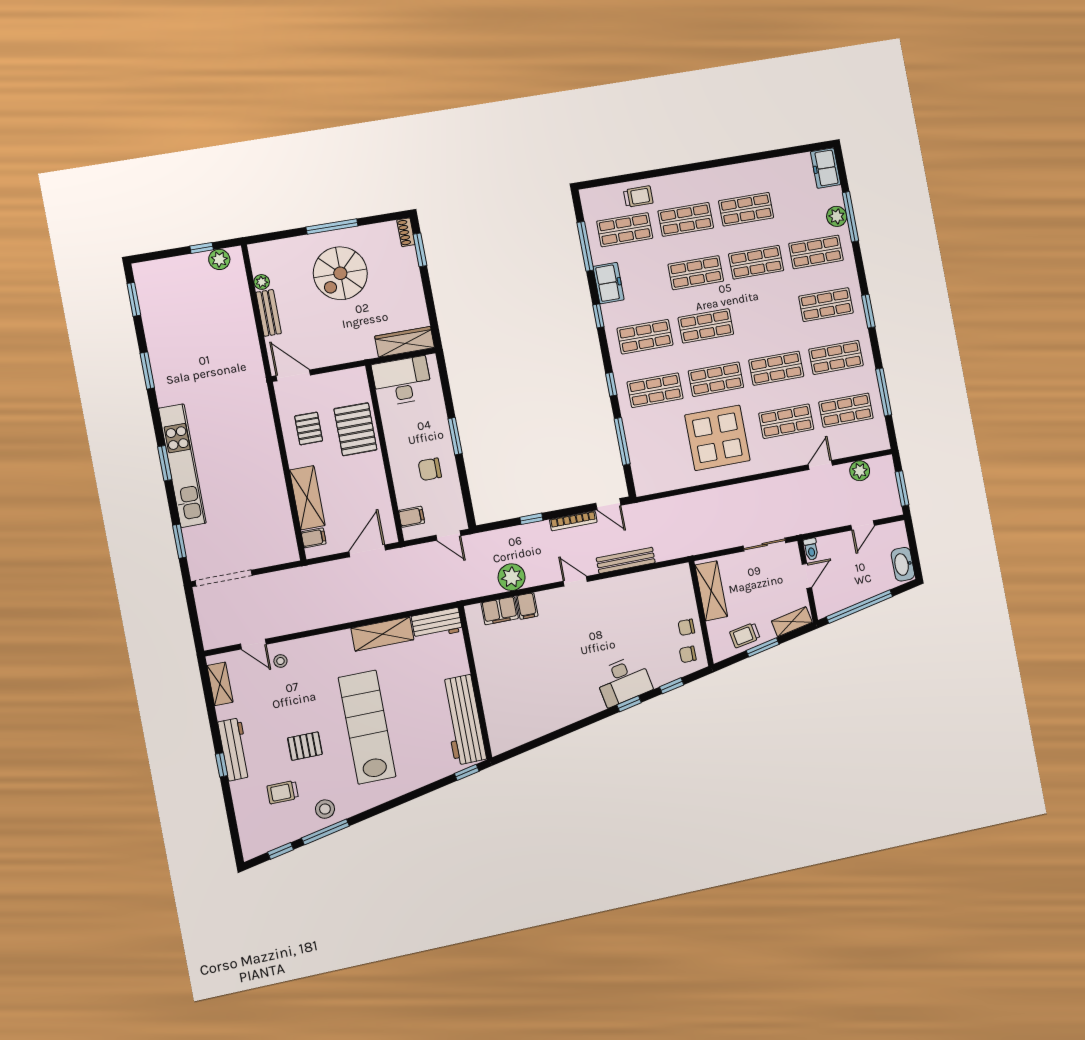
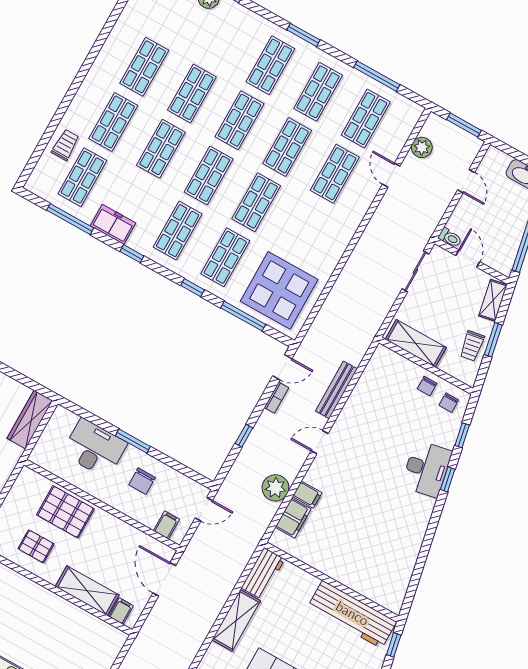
shop shelf: (816, 252) -> (239, 120), moved
desk: (402, 381) -> (95, 448), moved, turned 90
display table: (717, 438) -> (279, 290), moved
bookcase: (573, 521) -> (276, 398), width x0.64

